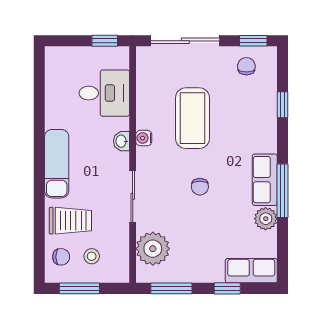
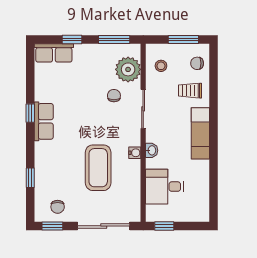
chair: (200, 187) -> (114, 96), moved
window: (283, 191) -> (30, 113), width x0.46
plant: (266, 219) -> (43, 92), removed
trolley: (70, 221) -> (190, 91), width x0.73, depth x0.72
stool: (92, 256) -> (161, 66), moved

